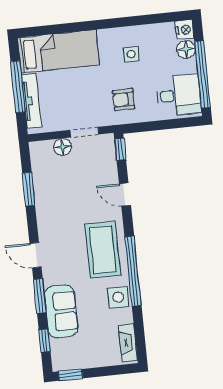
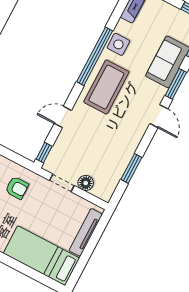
window: (18, 87) -> (89, 249), removed
door: (125, 195) -> (63, 117), swing flipped

